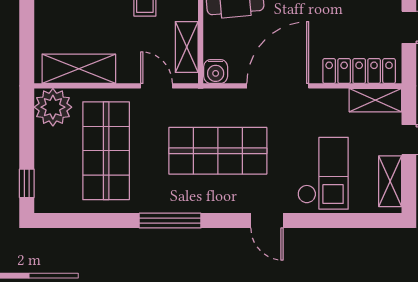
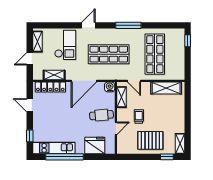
shelving: (375, 100) -> (54, 75), moved
plant: (53, 107) -> (177, 72), removed
checkout: (323, 173) -> (65, 45), turned 180
door: (267, 221) -> (88, 25), hinge flipped

